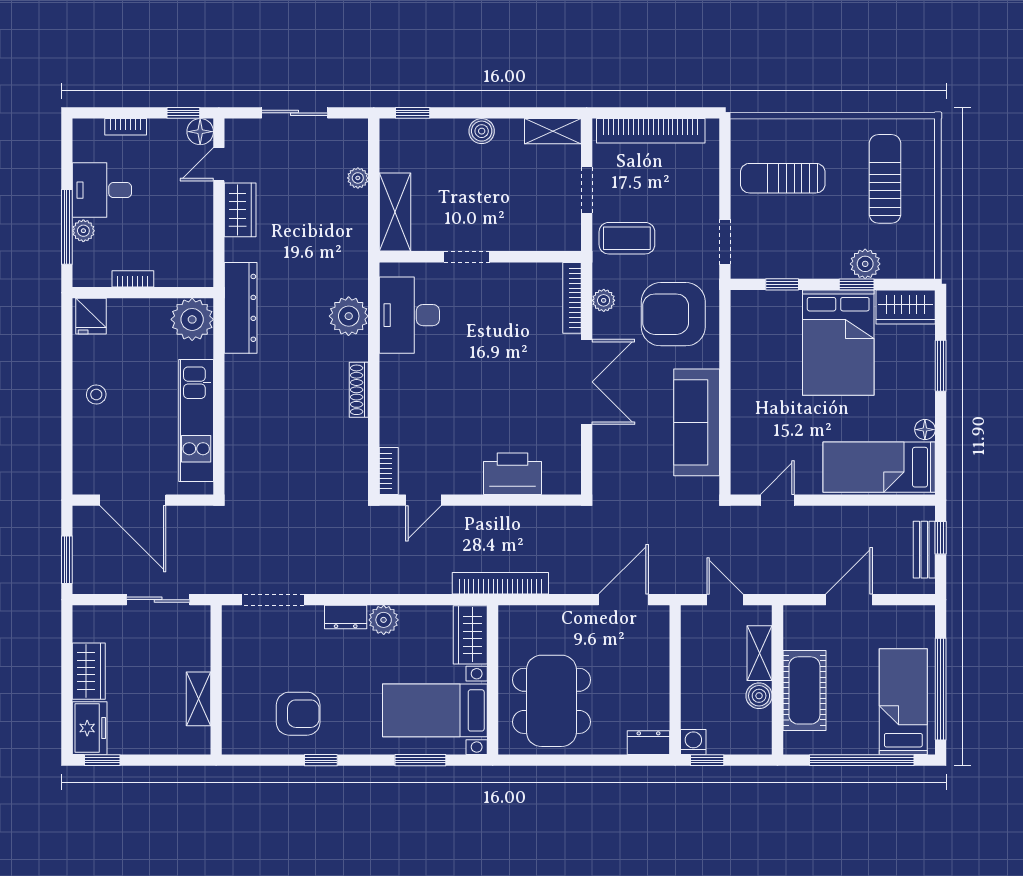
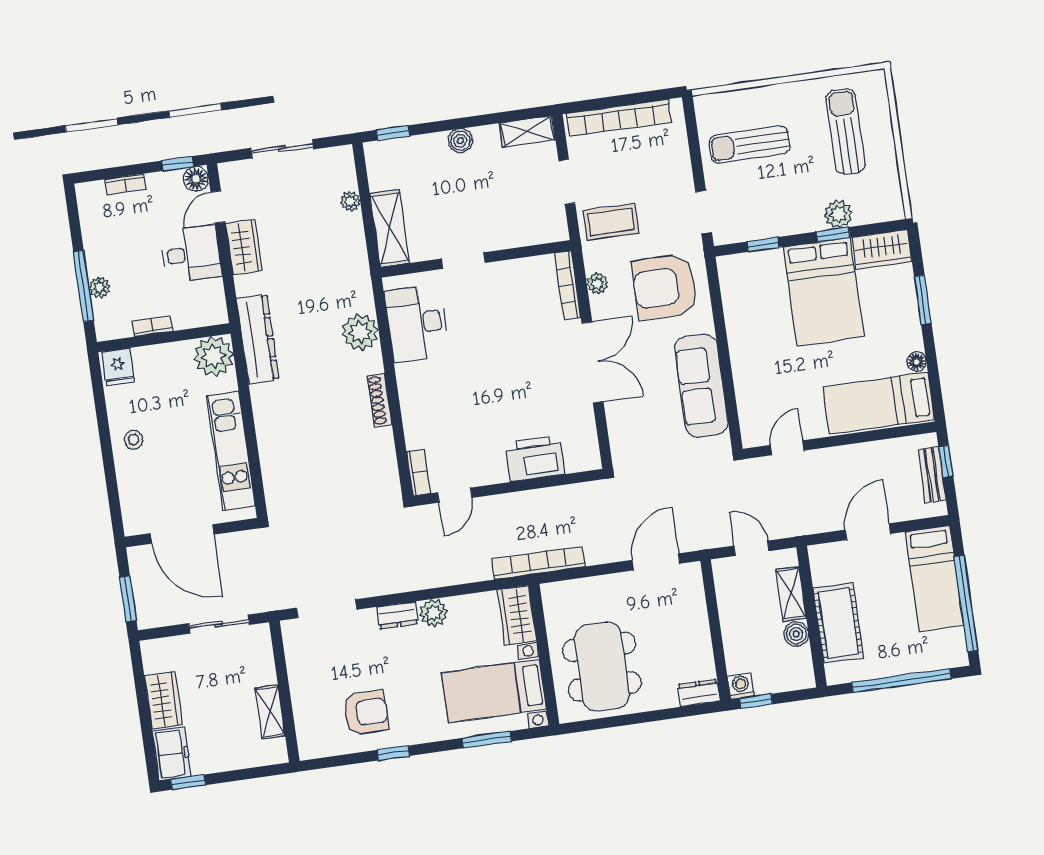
desk: (102, 190) -> (191, 254), moved, turned 180
bed: (903, 702) -> (934, 578), moved, turned 180

